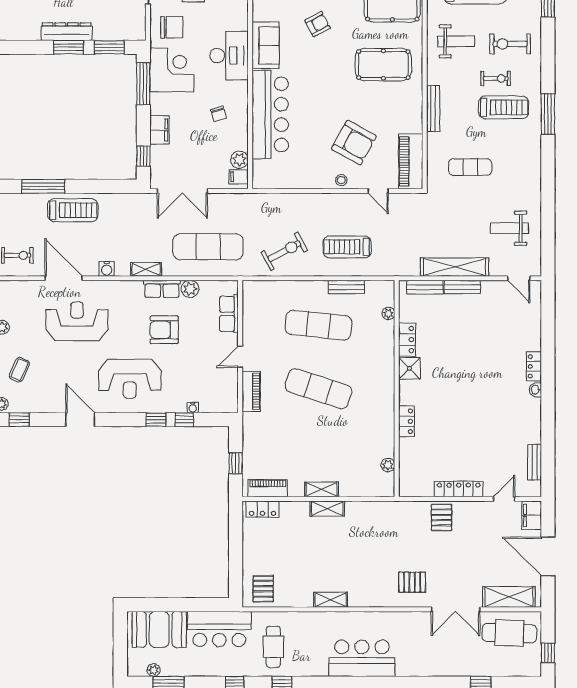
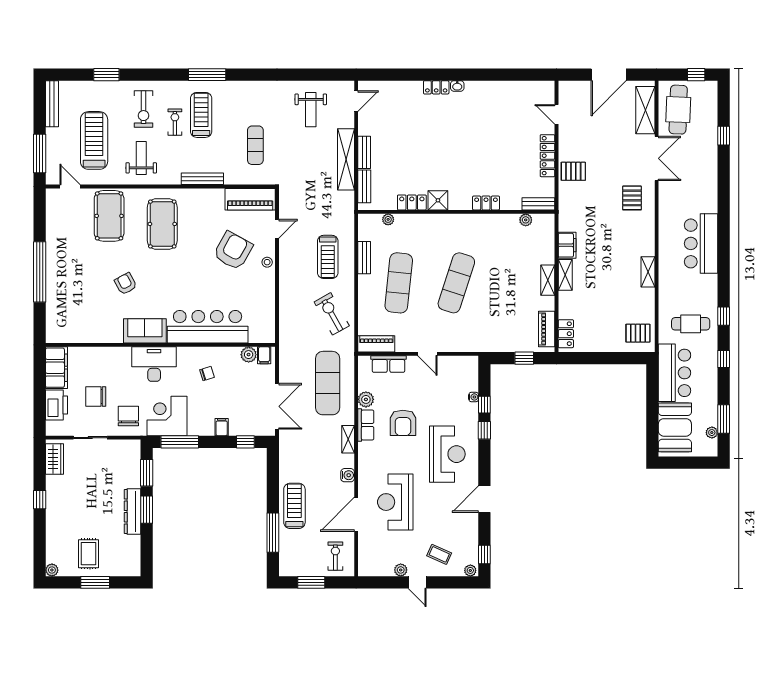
filing cabinet: (160, 130) -> (222, 427), width x0.50
piano: (251, 391) -> (376, 344), moved
bench: (534, 462) -> (538, 204), moved
filing cabinet: (532, 515) -> (567, 245), moved, turned -90

